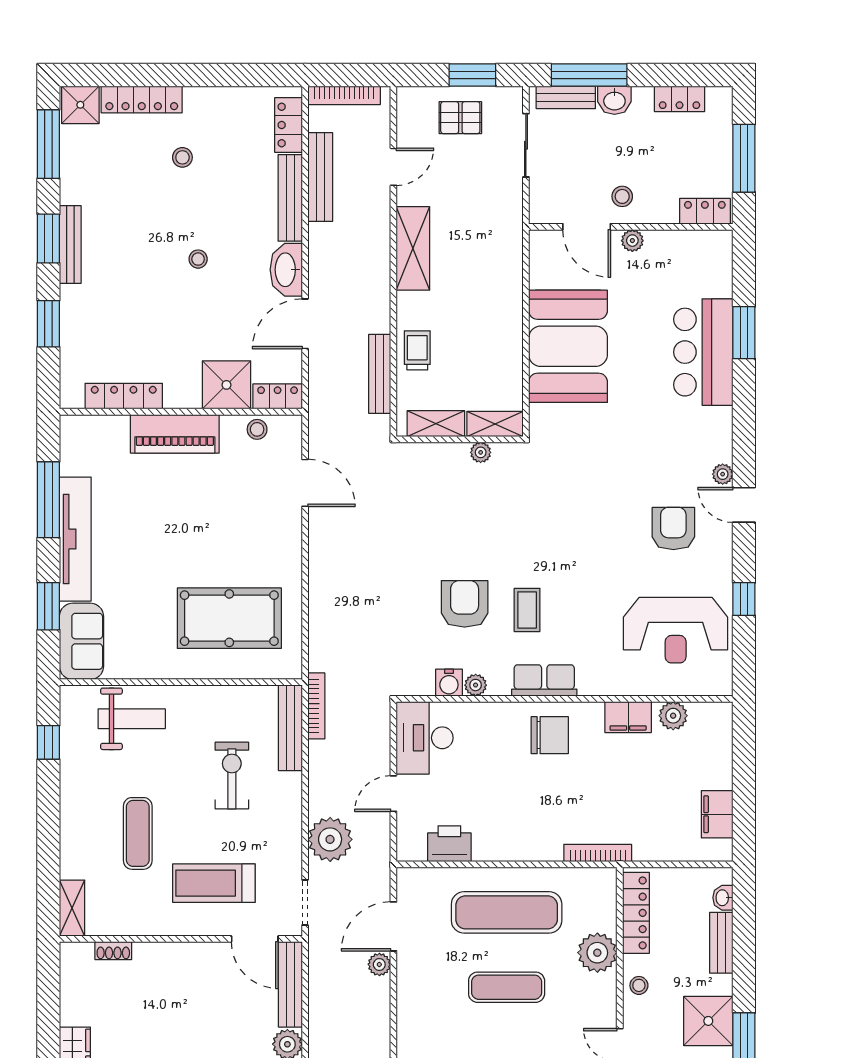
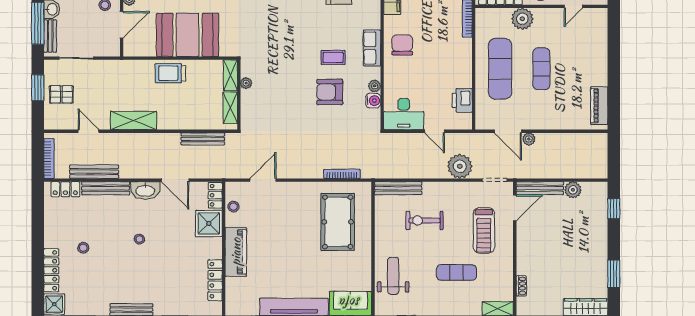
pallet: (460, 118) -> (61, 94), turned 90
trolley: (417, 350) -> (170, 73), moved, width x1.36, depth x1.39
bookcase: (316, 706) -> (342, 174), moved

